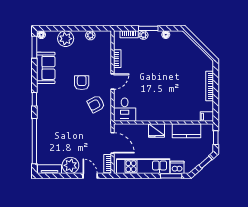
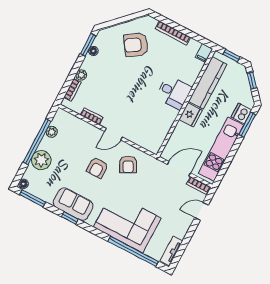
window: (77, 28) -> (37, 142), added
window: (148, 28) -> (88, 45), moved
armchair: (187, 63) -> (136, 45), added
sofa: (46, 68) -> (73, 204), moved
door: (113, 82) -> (113, 134), swing flipped
armchair: (82, 83) -> (97, 168), turned -90
window: (34, 99) -> (70, 218), moved
desk: (125, 110) -> (174, 92), moved
corner sofa: (53, 126) -> (127, 223), added
kitchen counter: (186, 131) -> (208, 83), width x1.50
plant: (70, 165) -> (179, 226), removed

